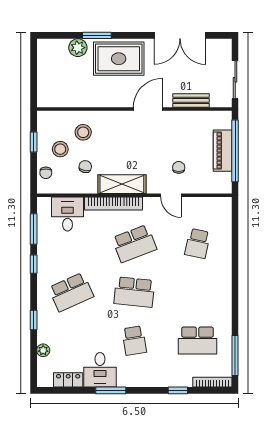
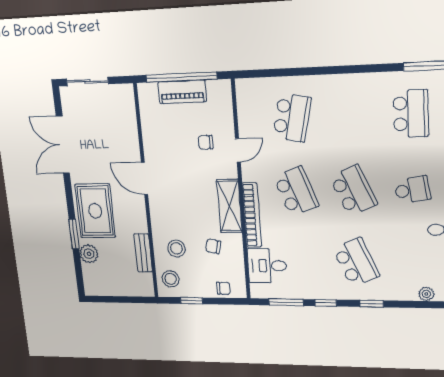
double door: (180, 35) -> (63, 145), swing flipped
sliding door: (235, 80) -> (87, 81), moved
bench: (191, 100) -> (143, 253), moved
stool: (60, 149) -> (171, 279), moved
school desk: (197, 244) -> (292, 118), width x1.85
school desk: (134, 292) -> (353, 191), turned -30
window: (34, 320) -> (372, 304), moved

